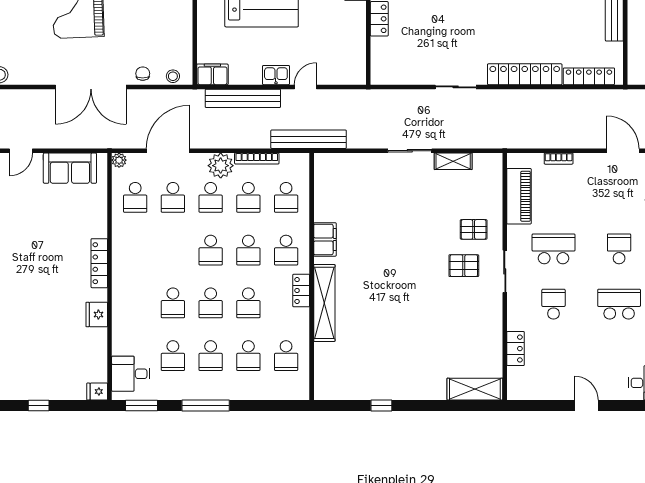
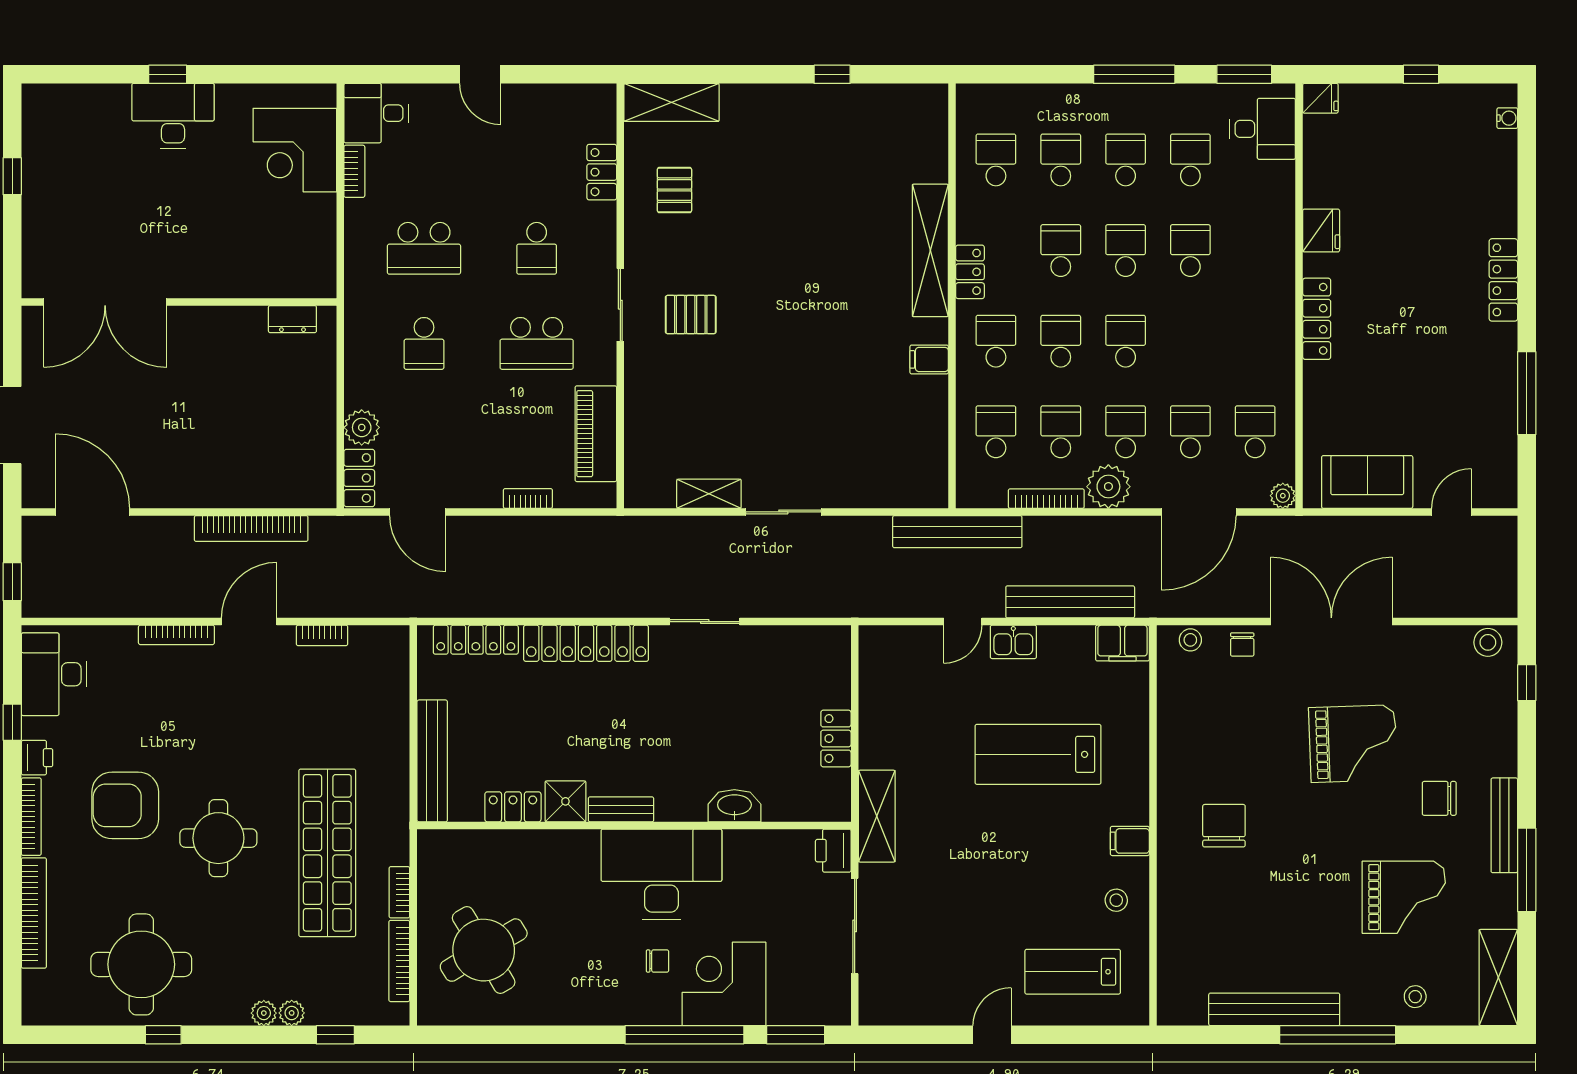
pallet: (474, 229) -> (674, 190), moved, turned 90
filing cabinet: (325, 239) -> (929, 359), width x0.50

